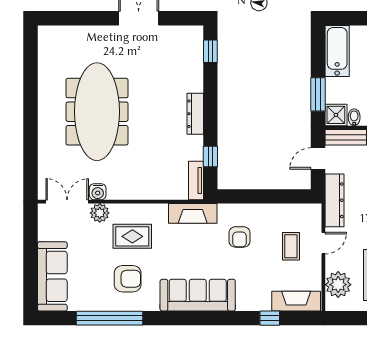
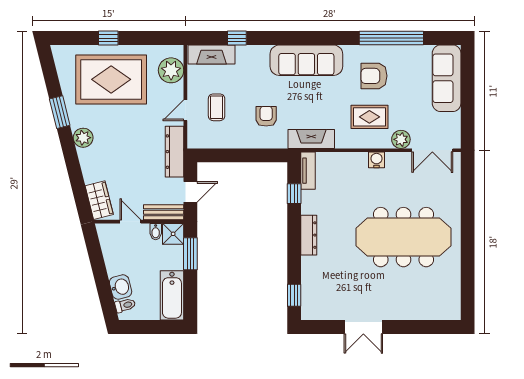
meeting table: (97, 112) -> (403, 237), turned 90
water cooler: (98, 192) -> (376, 160), moved

